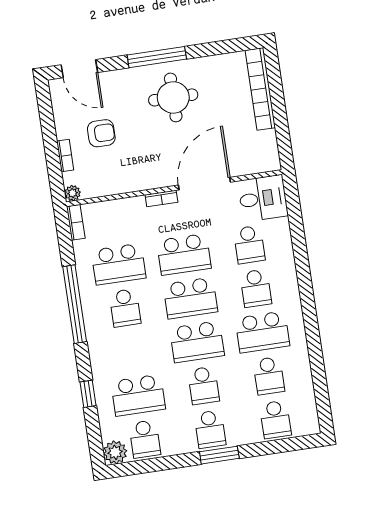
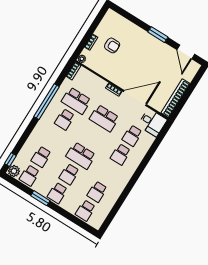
window: (157, 57) -> (158, 35), width x0.69
door: (79, 69) -> (186, 52), moved
bookcase: (260, 89) -> (175, 98), moved
round table: (173, 97) -> (151, 55), removed
school desk: (190, 298) -> (93, 137), removed
school desk: (262, 332) -> (109, 173), removed
window: (88, 394) -> (10, 160), moved
school desk: (138, 395) -> (41, 157), width x0.54
window: (219, 455) -> (40, 198), moved

